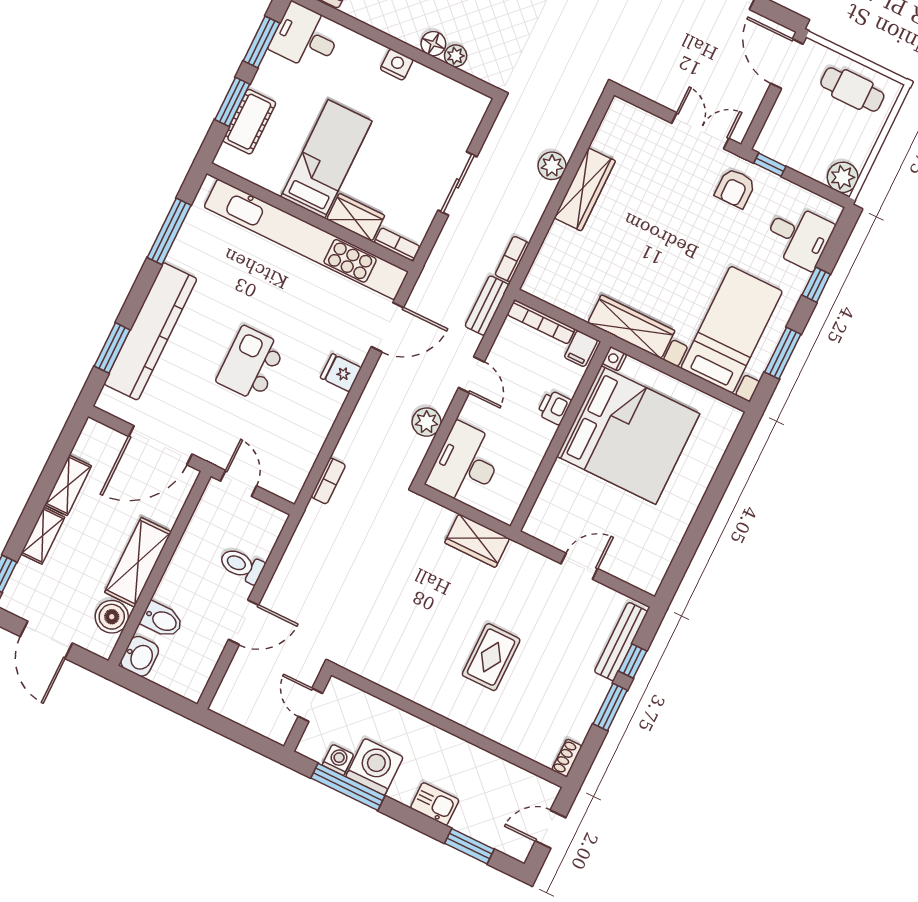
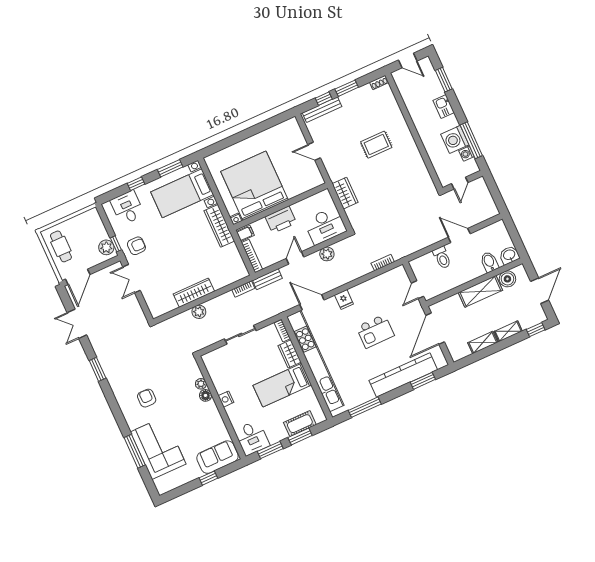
plant: (843, 177) -> (106, 247), moved
printer: (554, 407) -> (281, 220), width x1.87, depth x1.48
door: (160, 445) -> (435, 329), swing flipped

